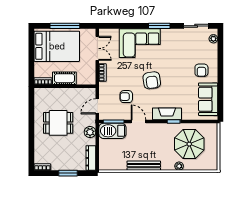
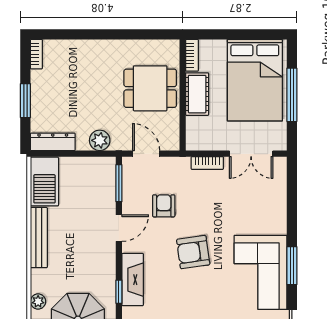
corner sofa: (140, 43) -> (261, 272), moved
dining table: (58, 123) -> (150, 88), moved, turned 90
barbecue: (112, 131) -> (44, 182), moved, turned 180

